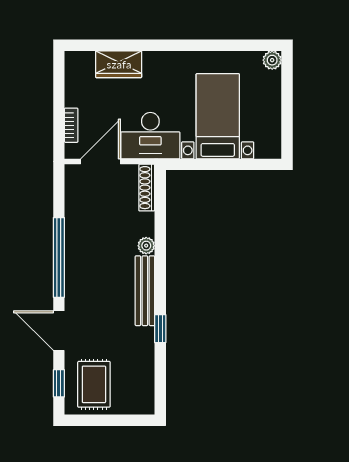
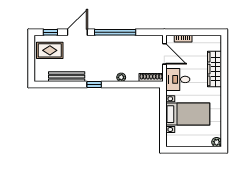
wardrobe: (119, 64) -> (215, 69), width x1.50
desk: (150, 136) -> (178, 79), width x0.73
bench: (145, 291) -> (67, 77), moved
window: (160, 329) -> (94, 85), moved

